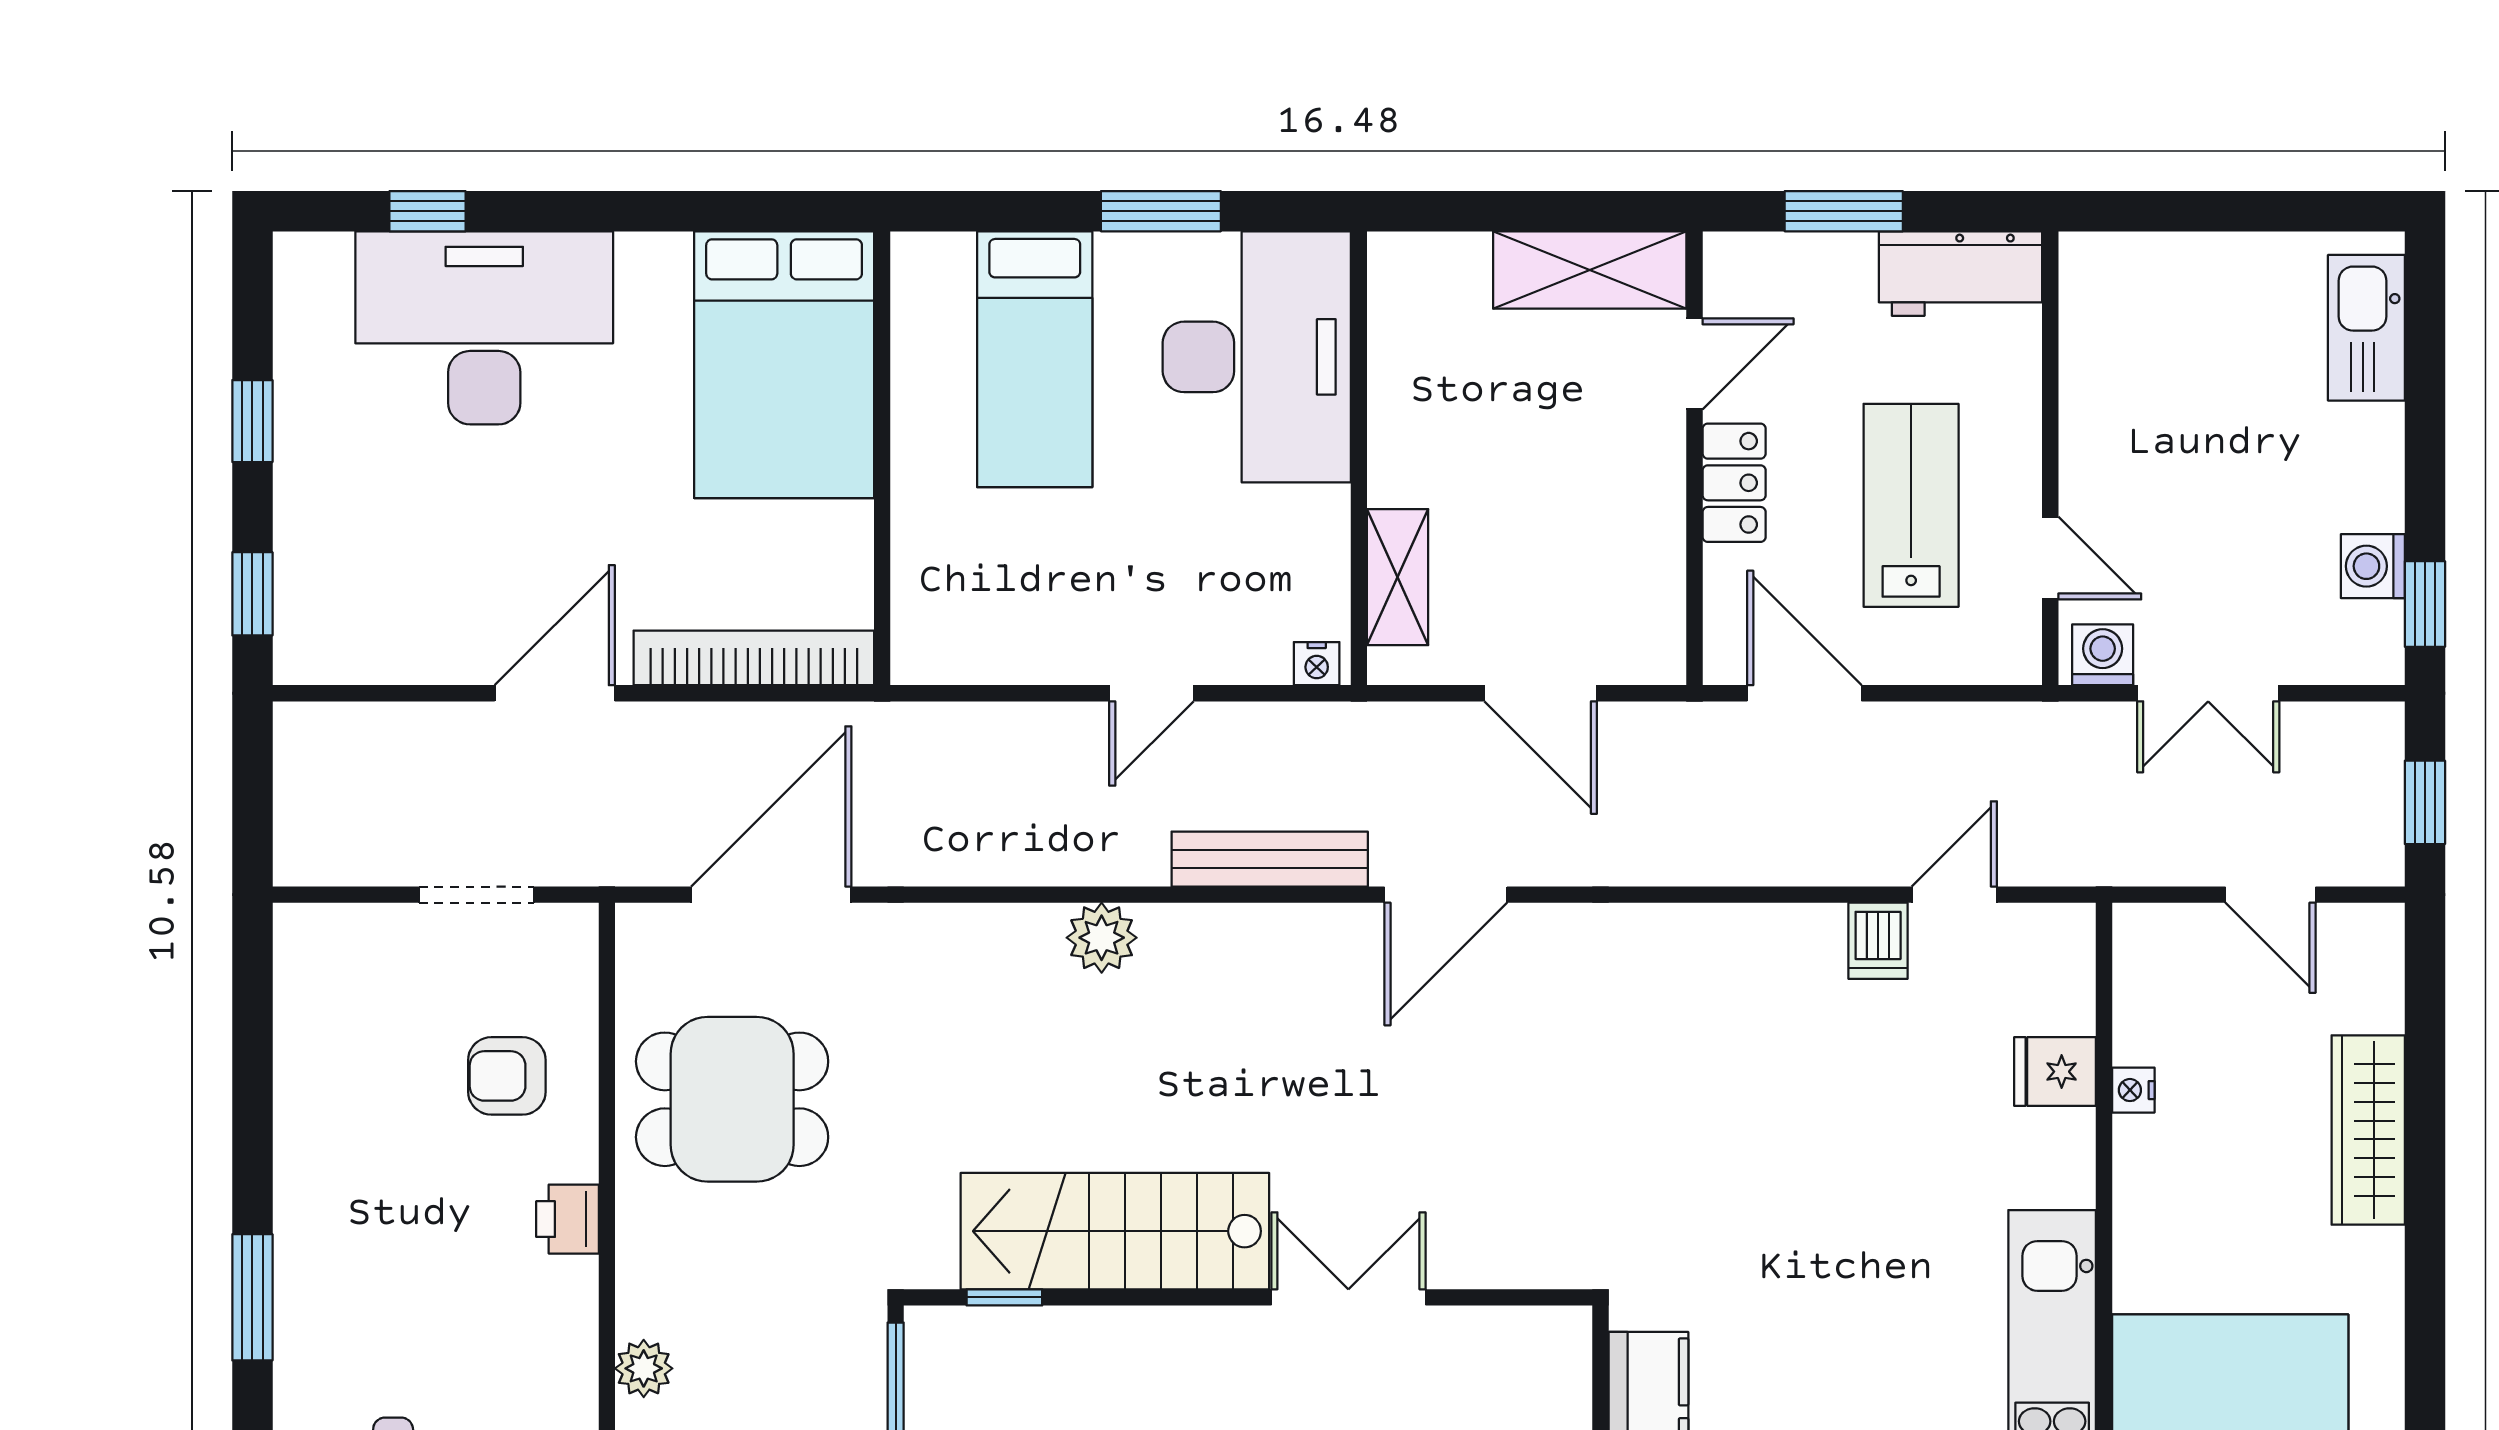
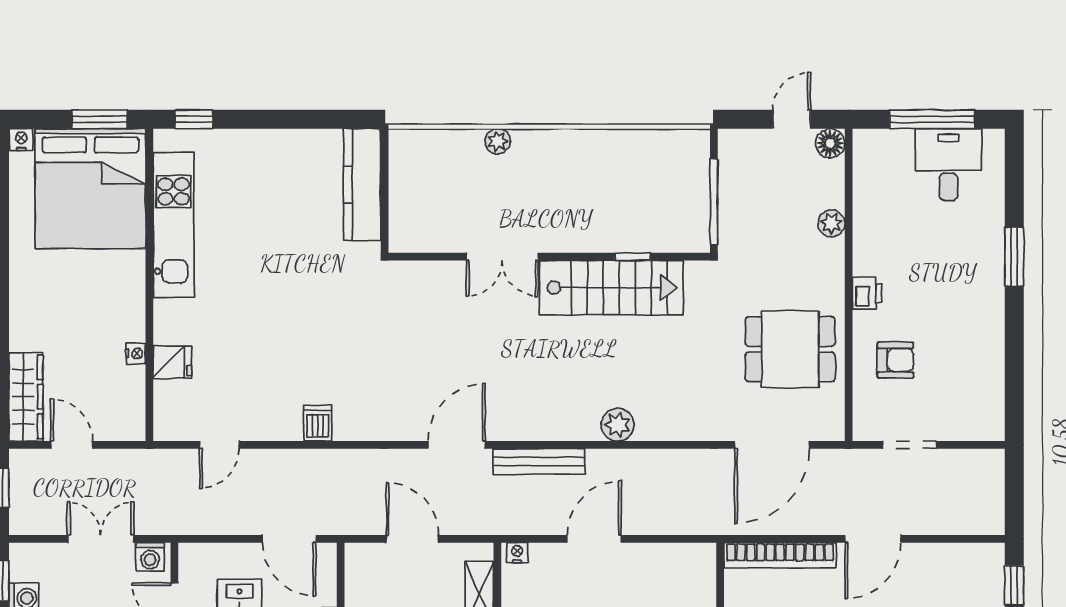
door: (1151, 693) -> (594, 539), width x1.38
dishwasher: (1878, 941) -> (318, 423), moved
wardrobe: (2368, 1130) -> (26, 397), moved
window: (1004, 1297) -> (632, 257), moved

